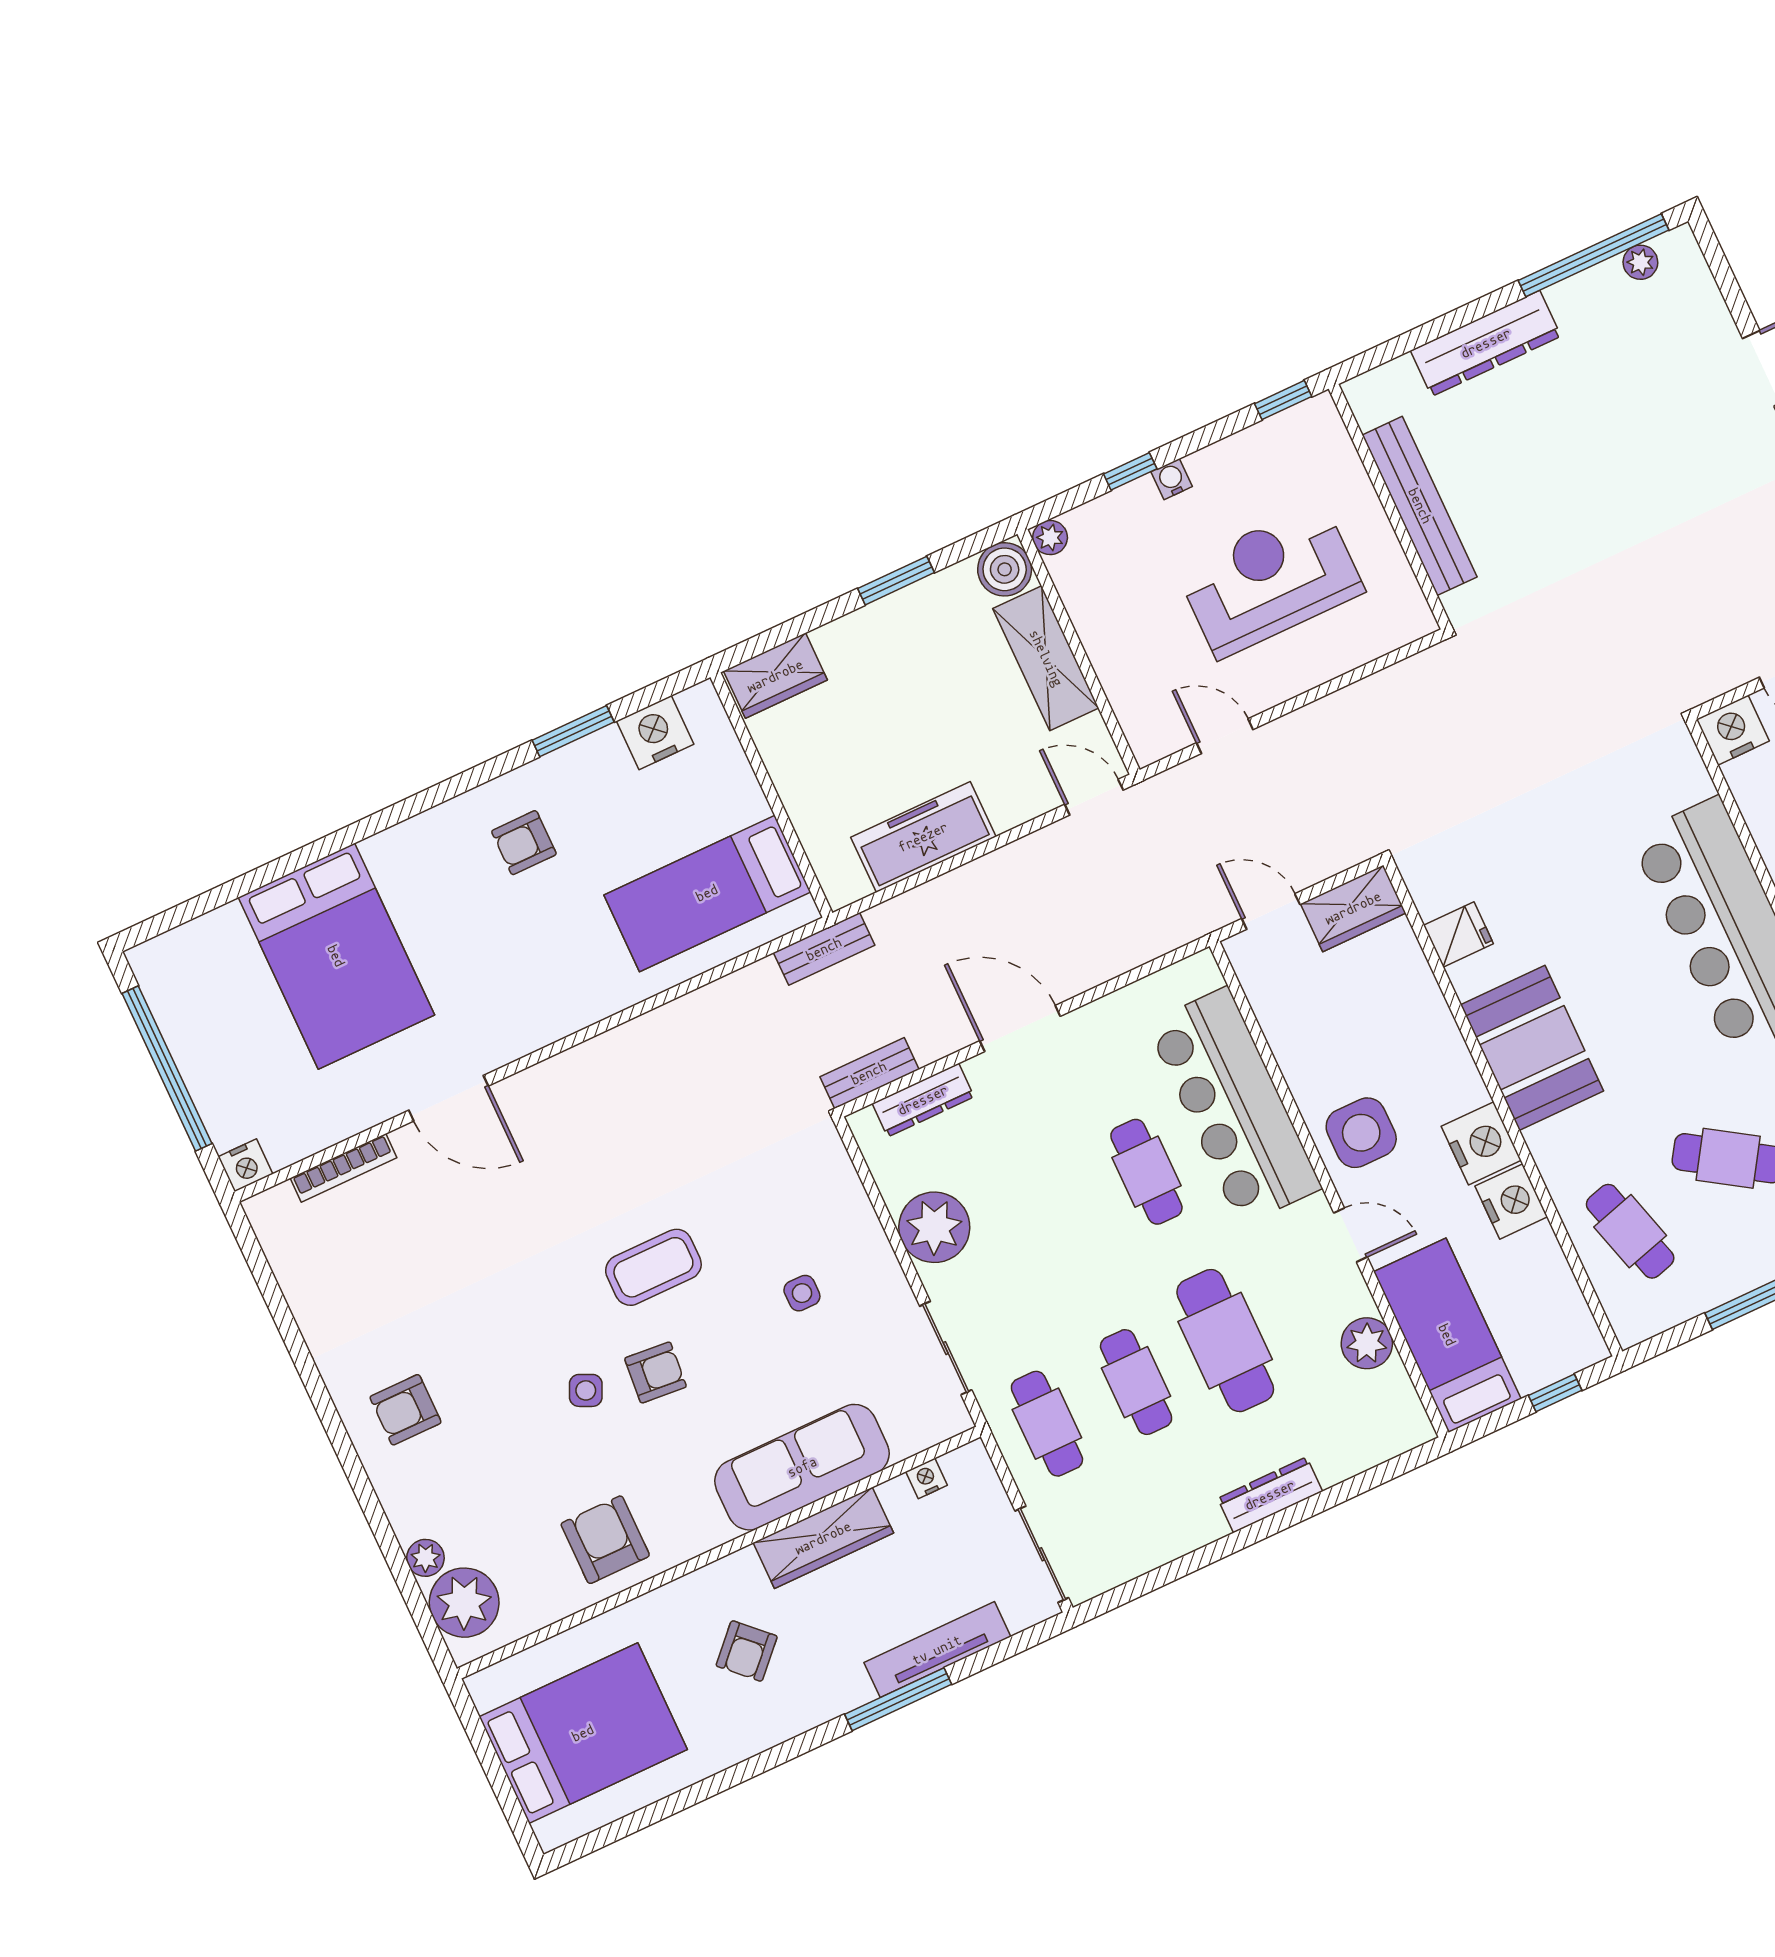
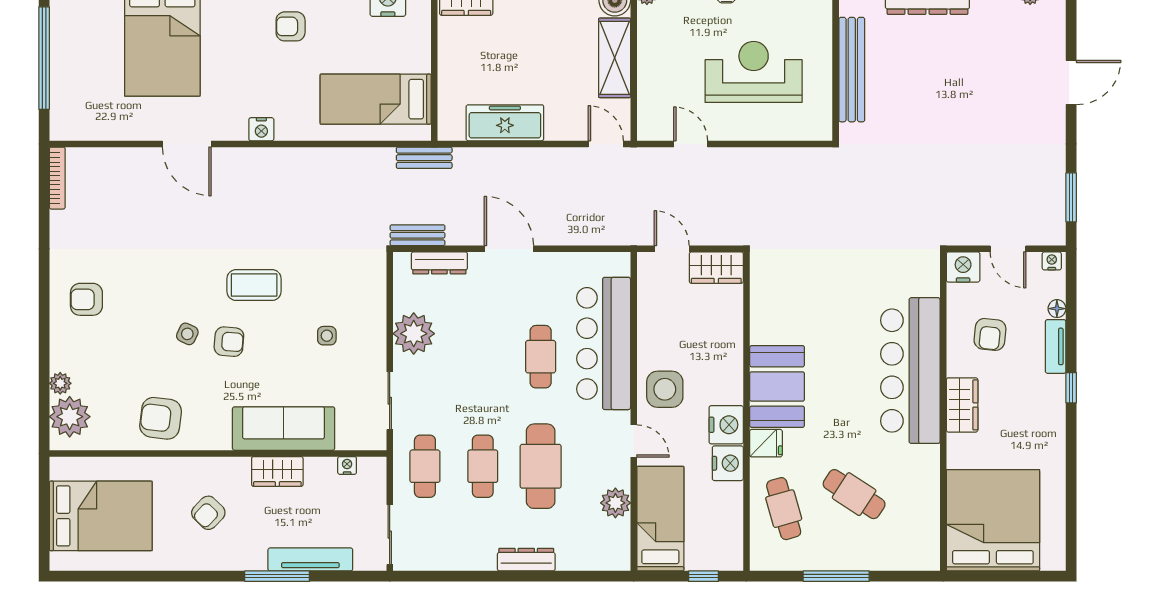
fridge: (1458, 935) -> (766, 443), moved
nightstand: (245, 1165) -> (261, 129), moved
bookcase: (343, 1168) -> (57, 178), moved, turned -90
wardrobe: (823, 1538) -> (277, 471), width x0.67
armchair: (605, 1540) -> (161, 418), turned -83

